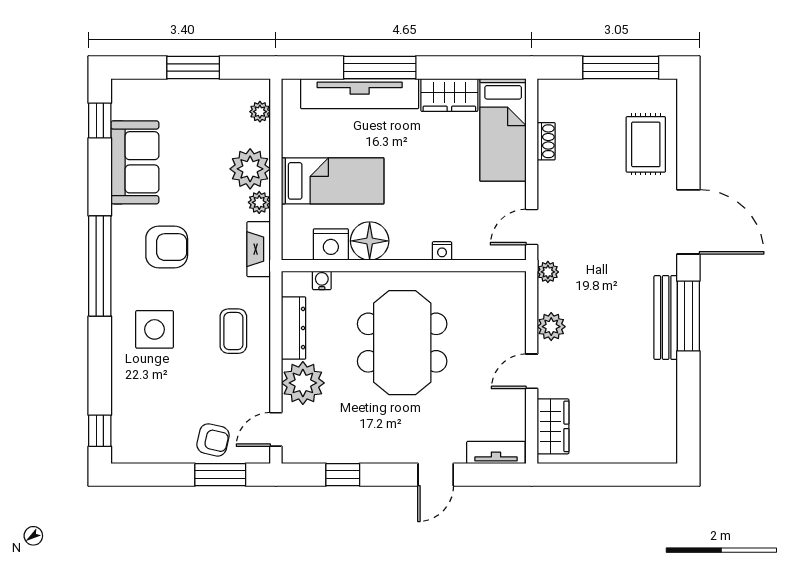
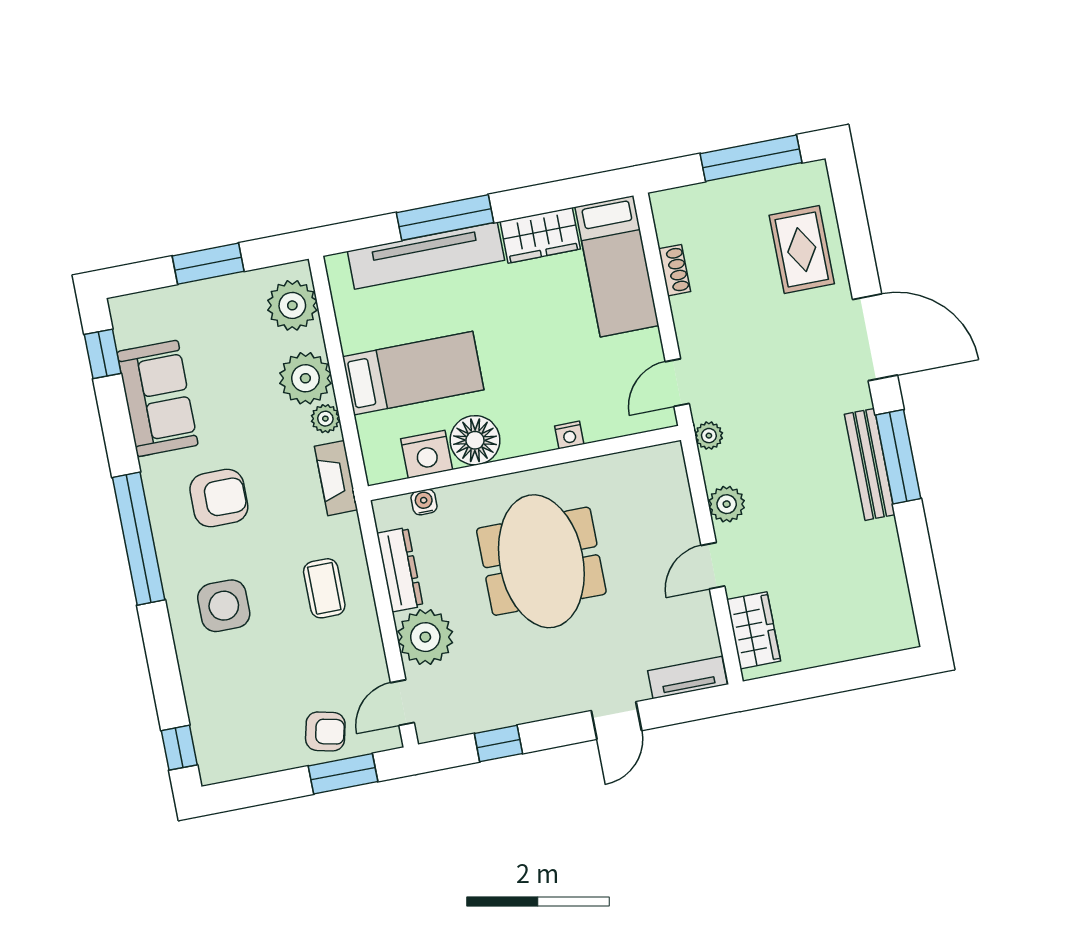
plant: (260, 112) -> (292, 305), width x1.88, depth x1.88

